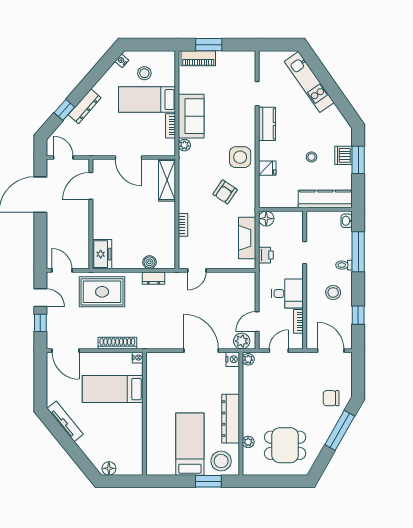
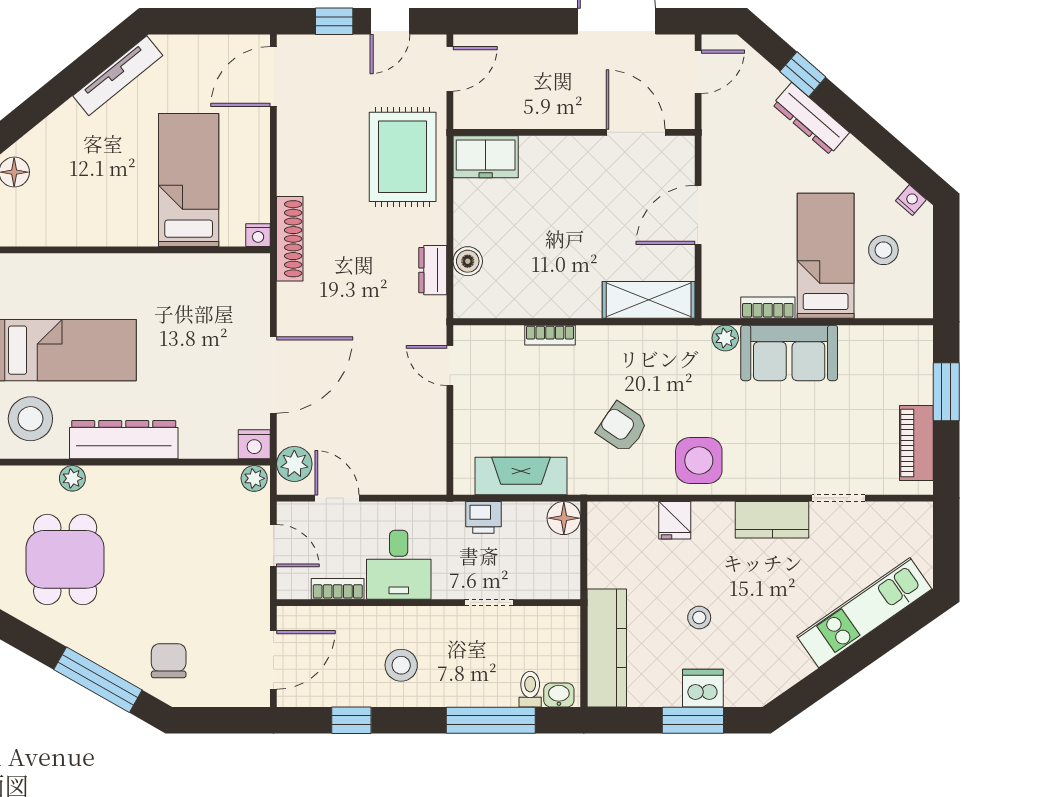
piano: (198, 58) -> (916, 443), moved
toilet: (344, 265) -> (530, 689), moved
shoe rack: (117, 343) -> (290, 239), moved

